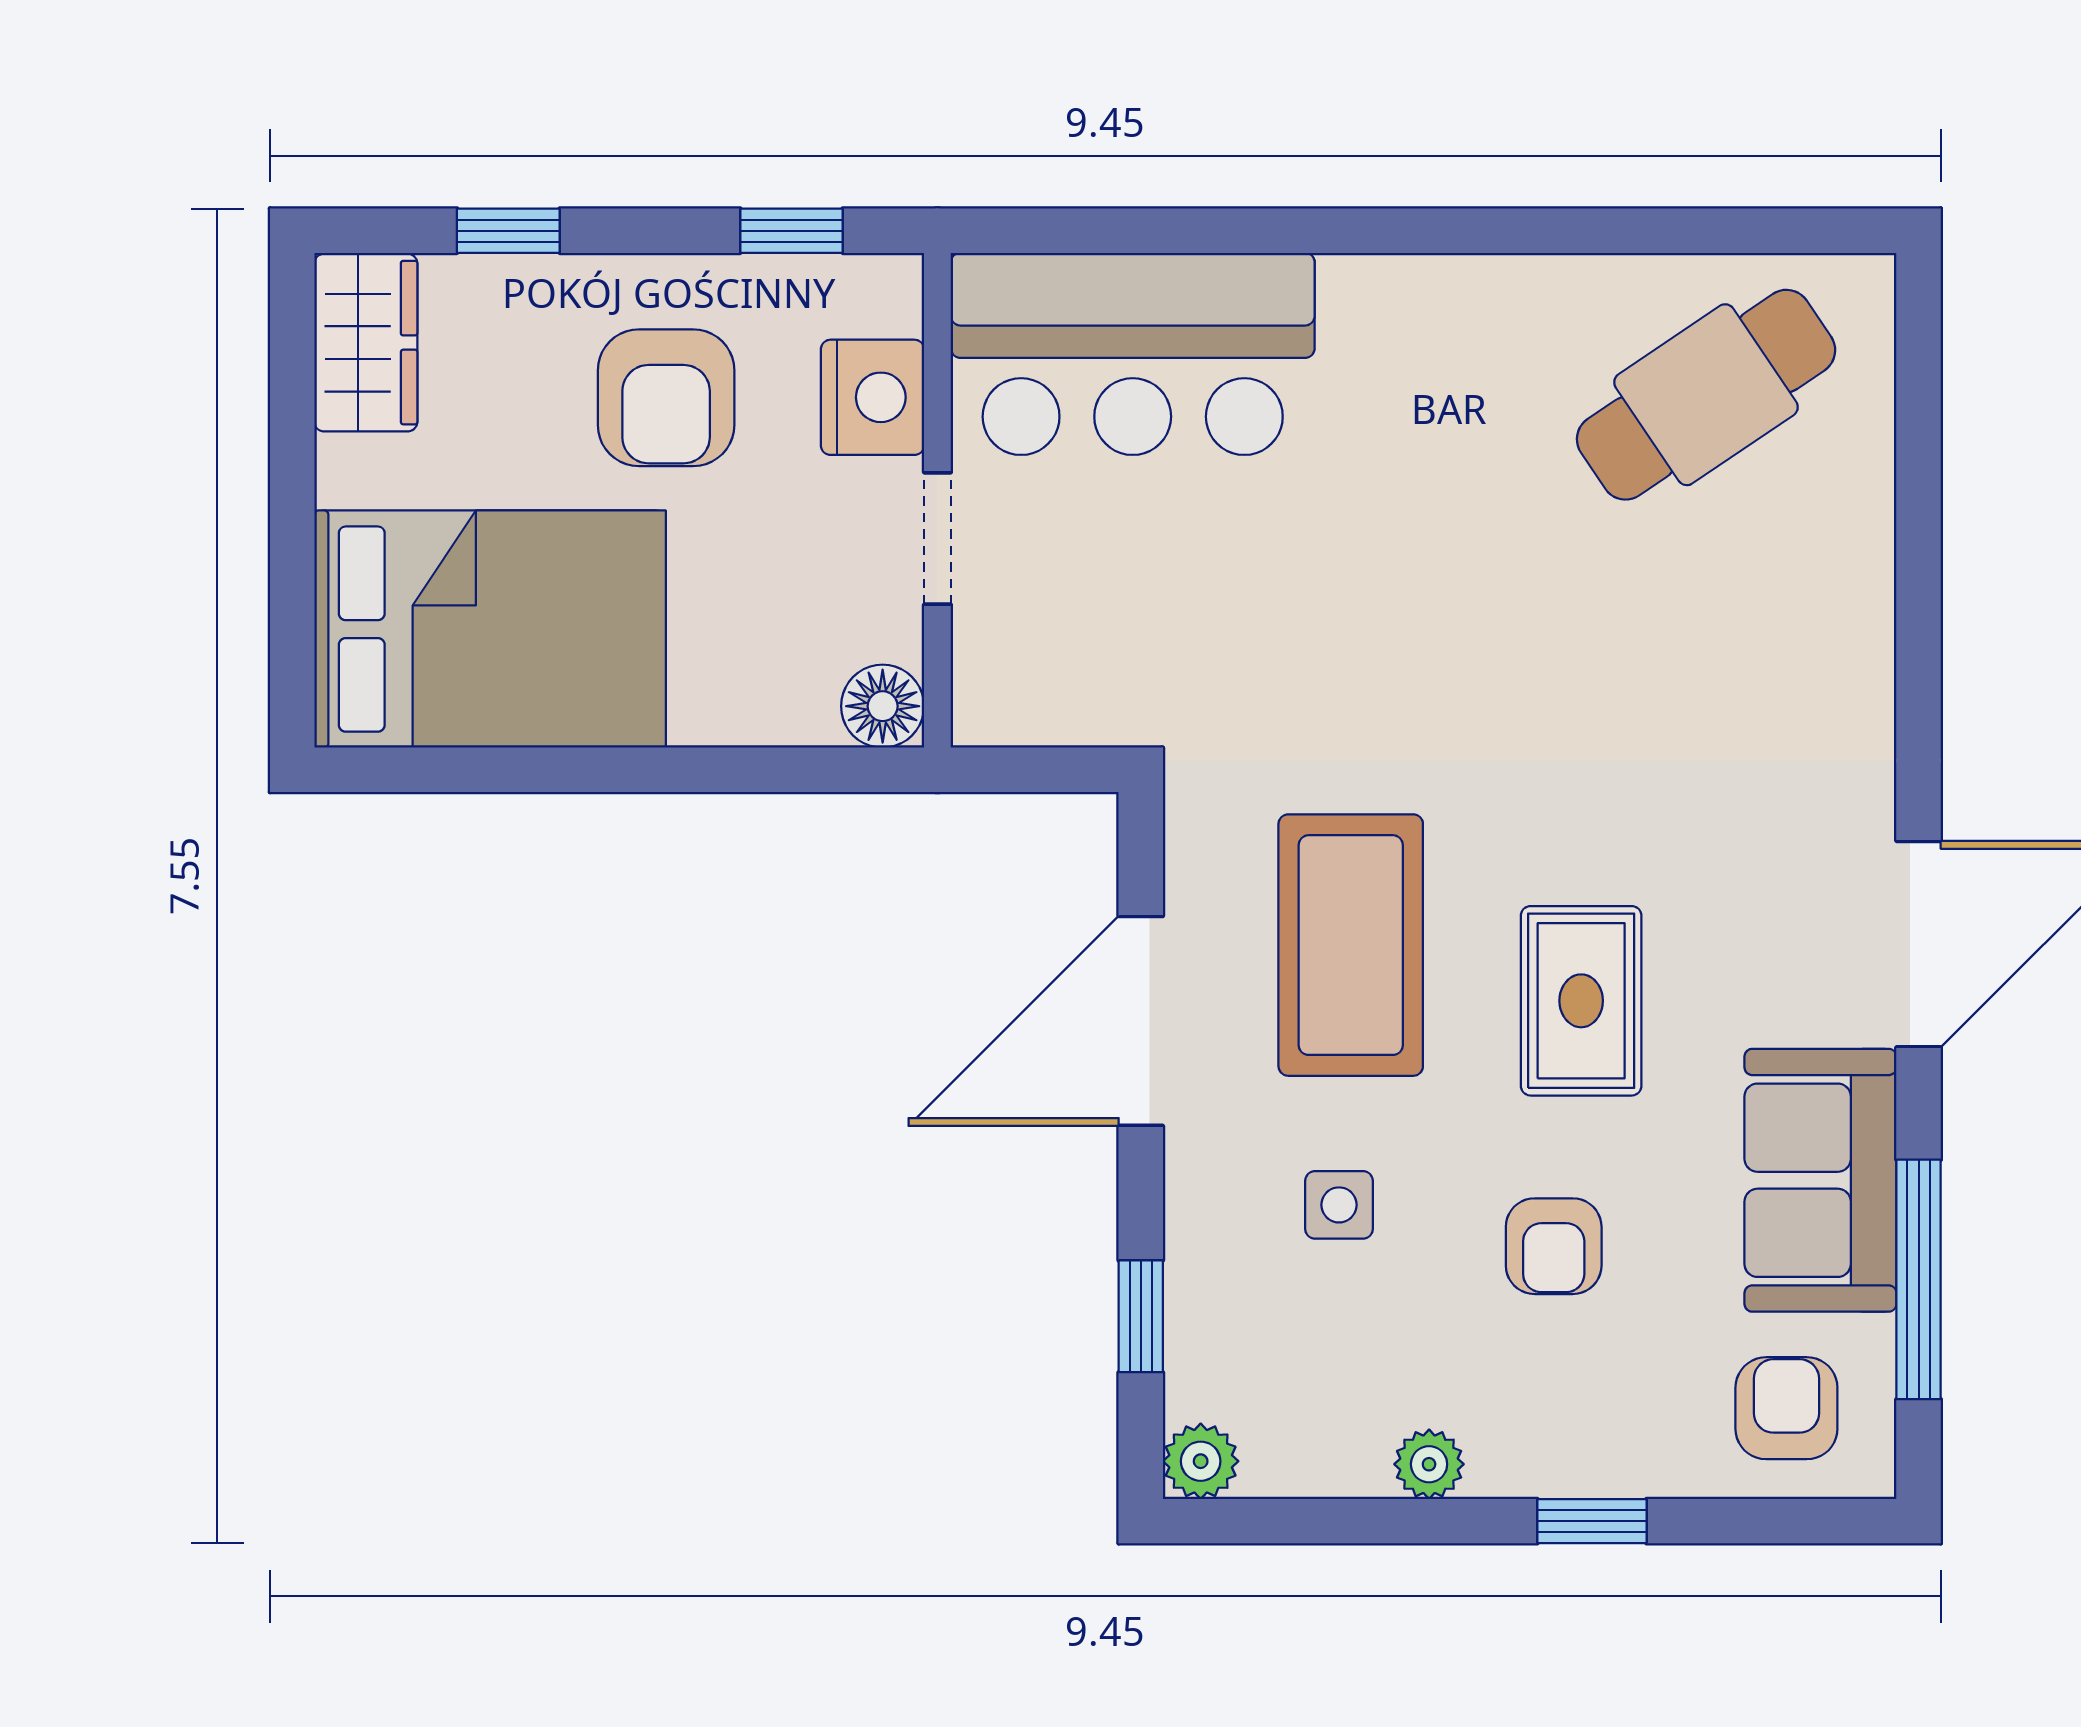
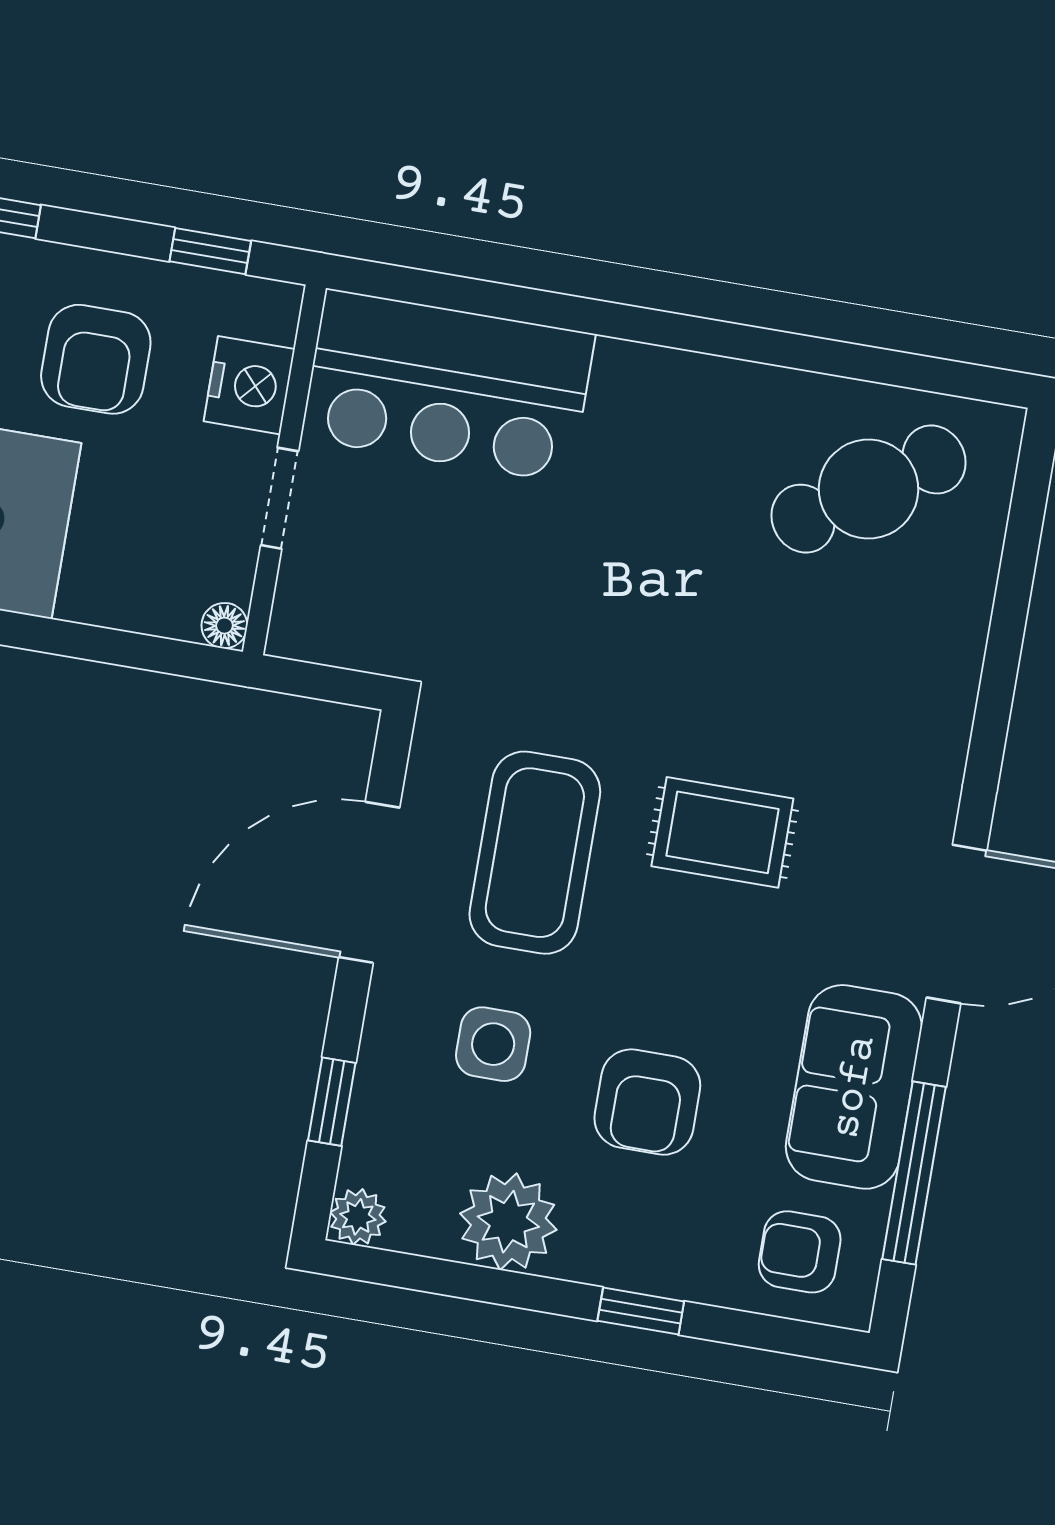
floor lamp: (883, 706) -> (224, 626), width x0.73, depth x0.73
rug: (1581, 1001) -> (722, 832), moved, turned 90
side table: (1339, 1205) -> (493, 1044), width x1.37, depth x1.37
armchair: (1554, 1246) -> (647, 1102), width x1.38, depth x1.38
armchair: (1786, 1408) -> (800, 1252), turned -90
plant: (1429, 1464) -> (508, 1222), width x1.88, depth x1.88

